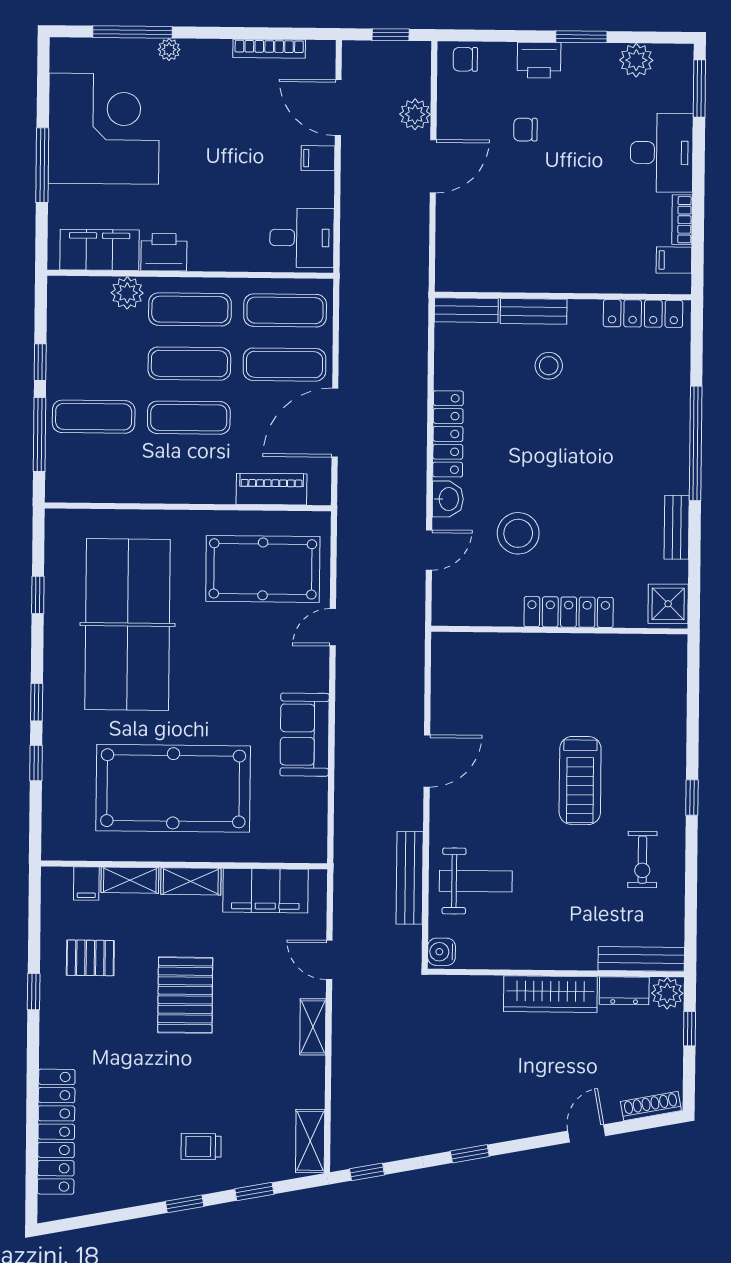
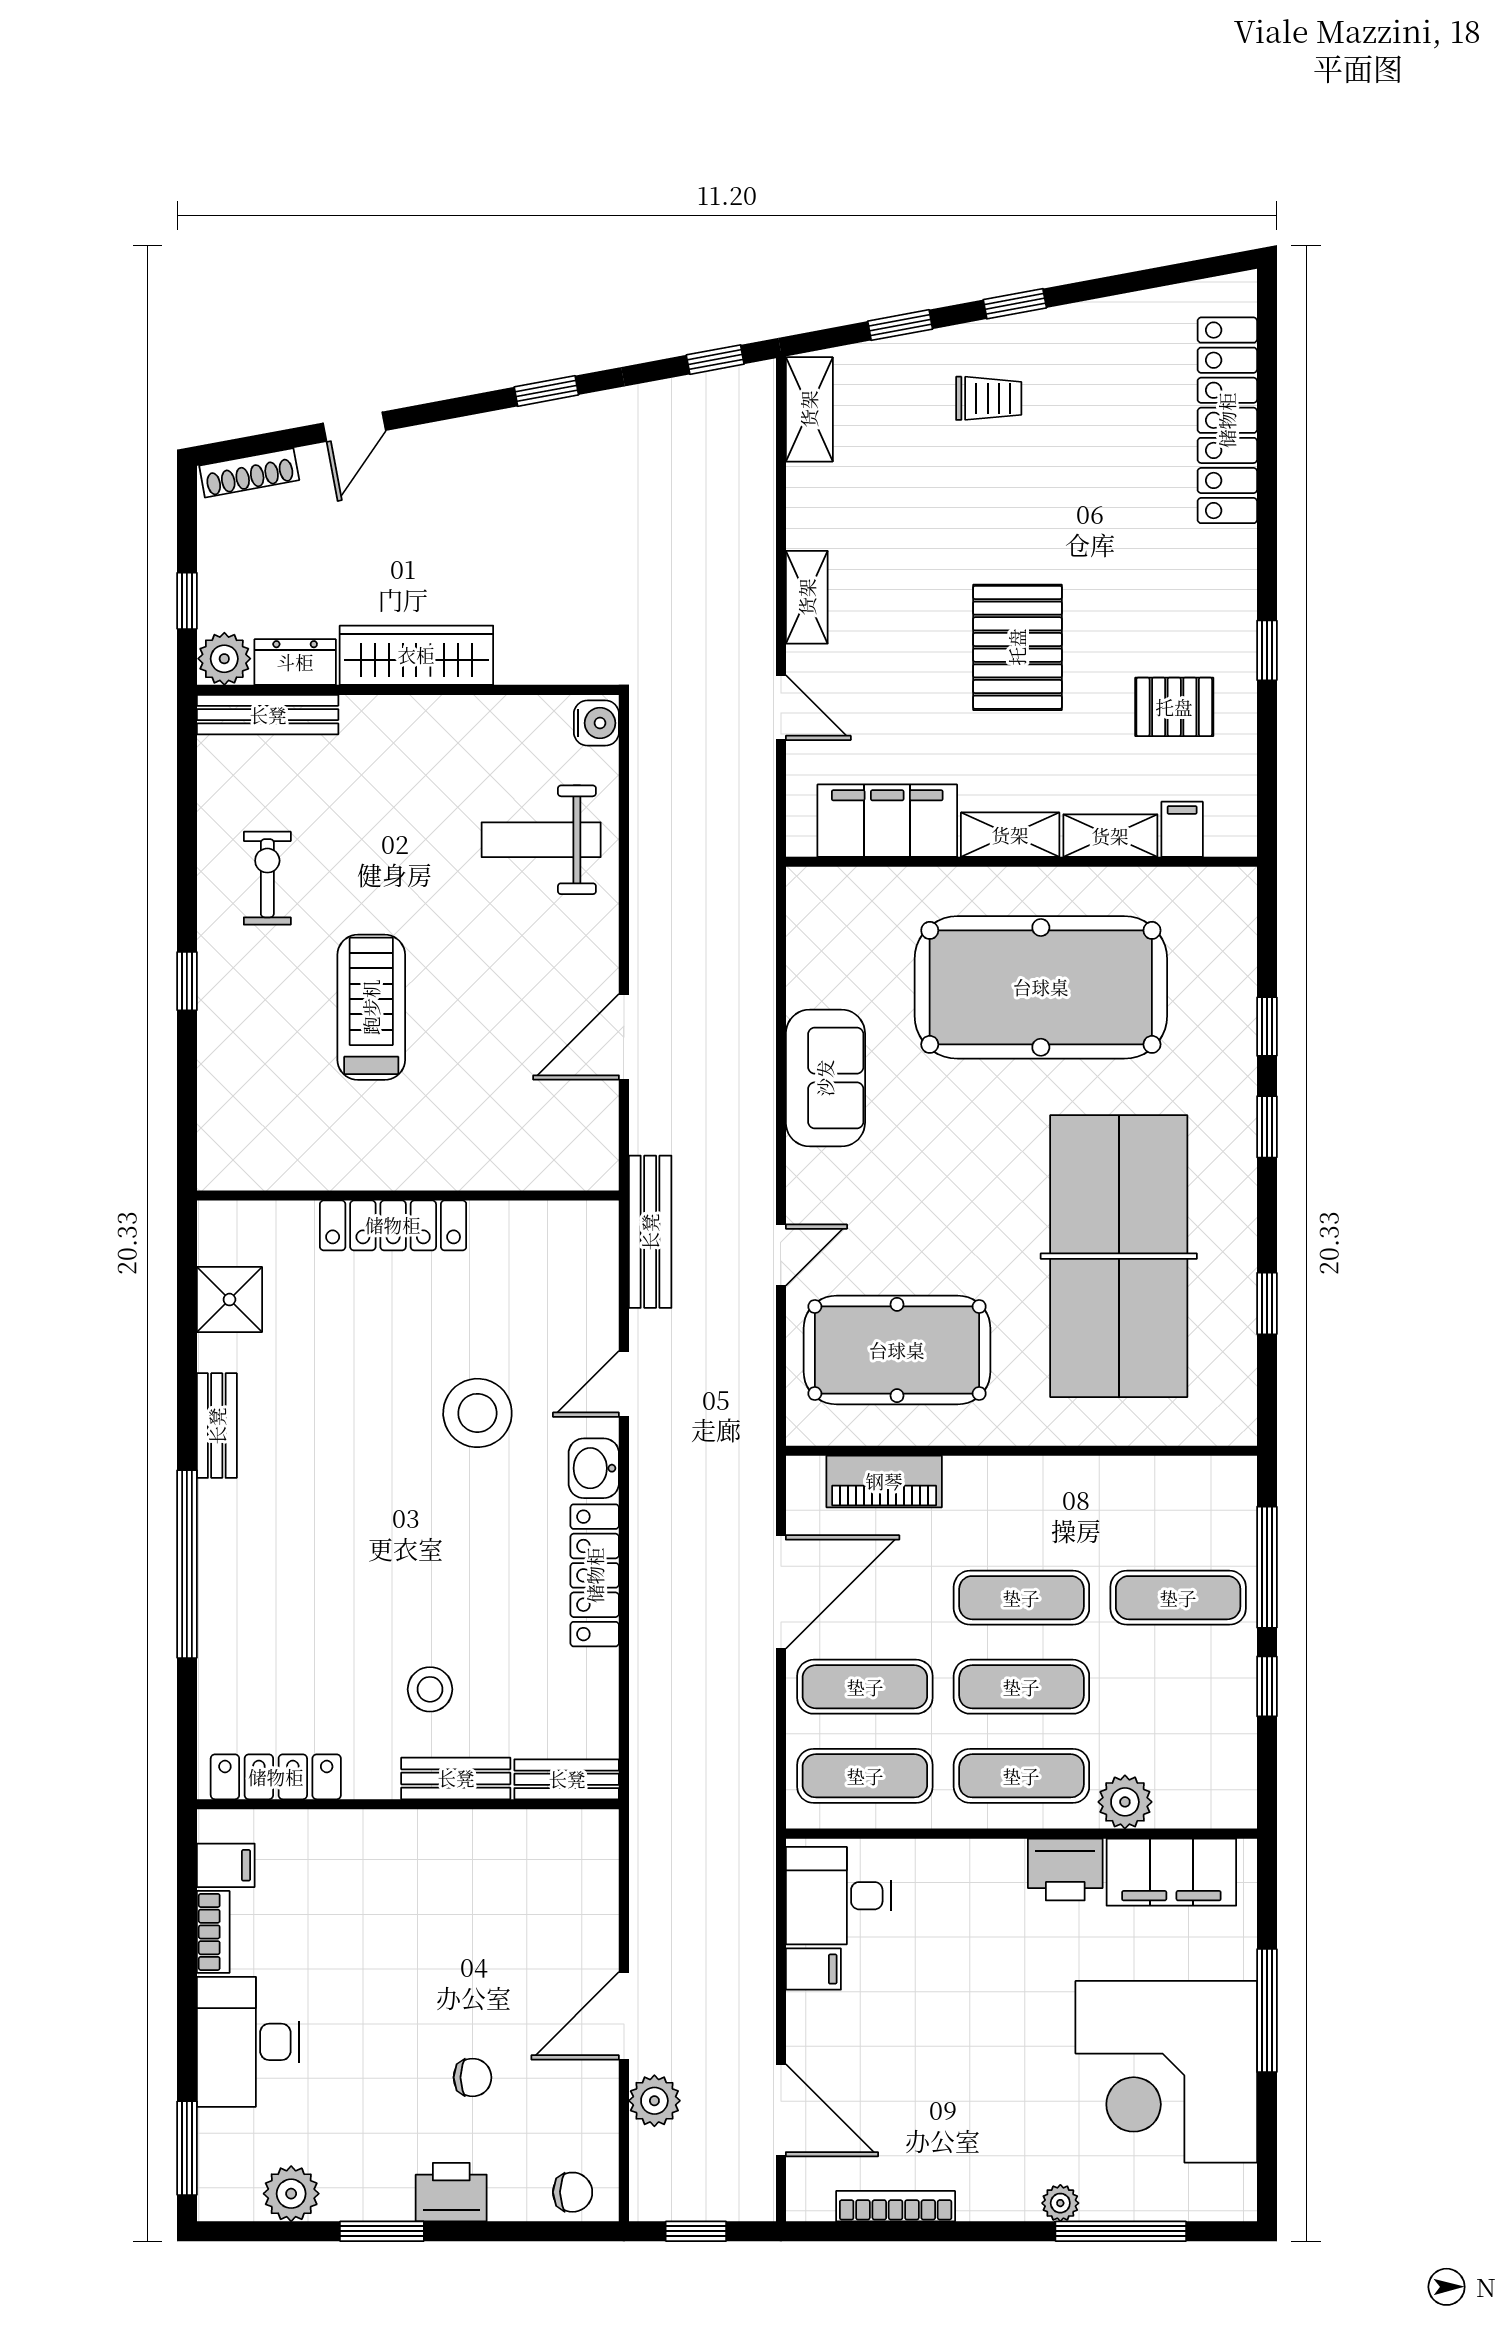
filing cabinet: (318, 158) -> (813, 1969), moved
locker: (569, 612) -> (393, 1225), moved
wall: (559, 630) -> (408, 1195), moved
bench: (410, 878) -> (650, 1232), moved

